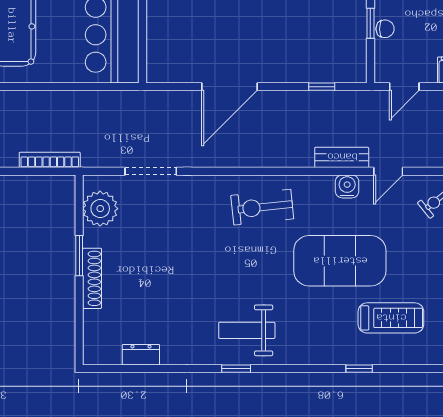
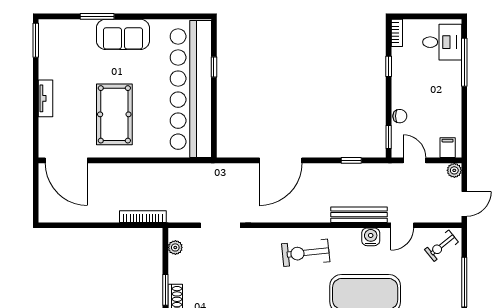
window: (370, 23) -> (389, 137), moved
door: (404, 87) -> (414, 160), swing flipped
bench: (342, 157) -> (359, 215), width x1.36
plant: (100, 209) -> (175, 247), width x0.53, depth x0.53

